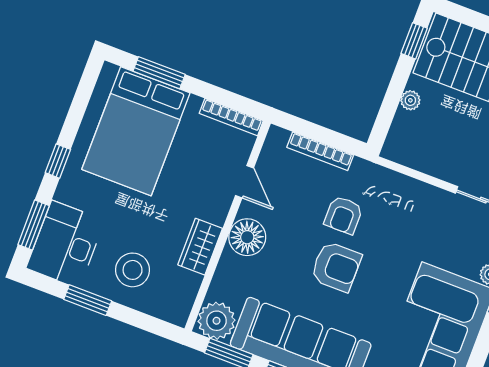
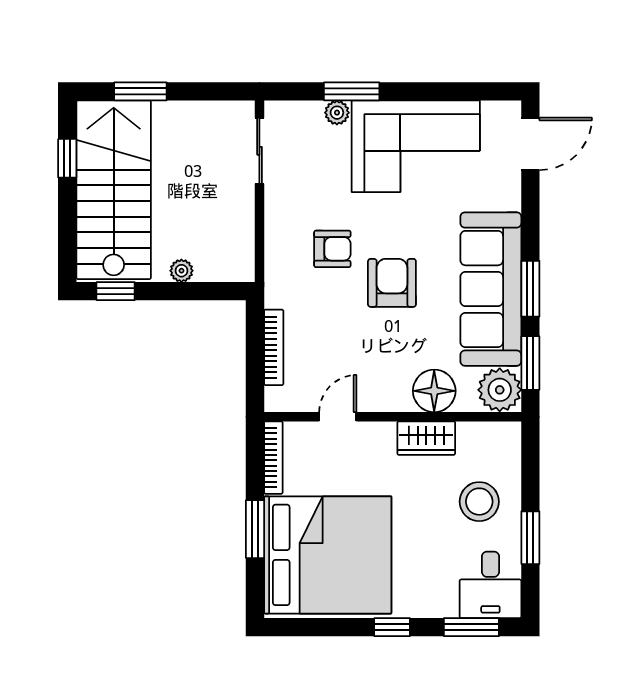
window: (159, 73) -> (255, 529), moved
bed: (136, 131) -> (328, 555), width x1.36
armchair: (343, 215) -> (332, 249), moved
floor lamp: (247, 237) -> (434, 391), moved
desk: (65, 244) -> (490, 585), width x0.73

